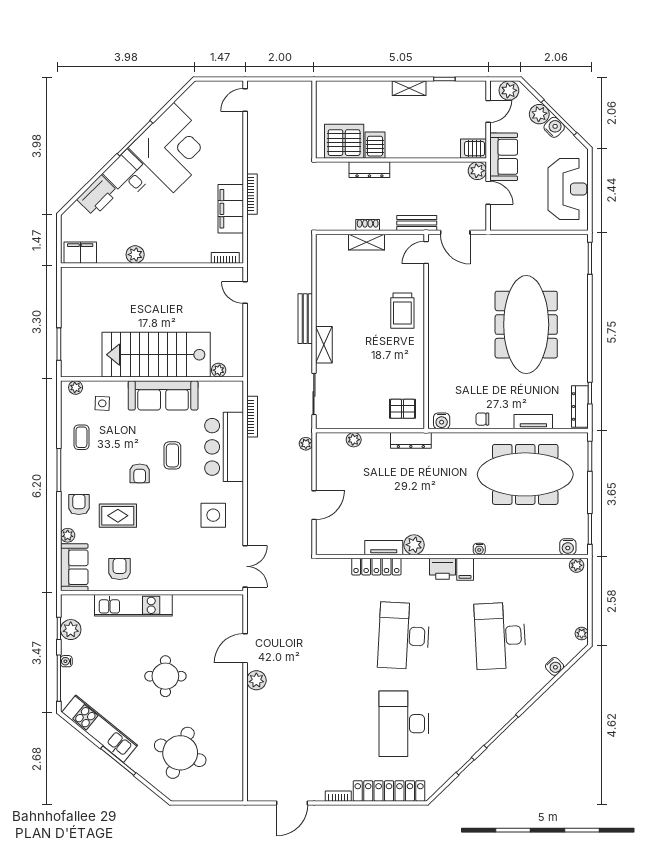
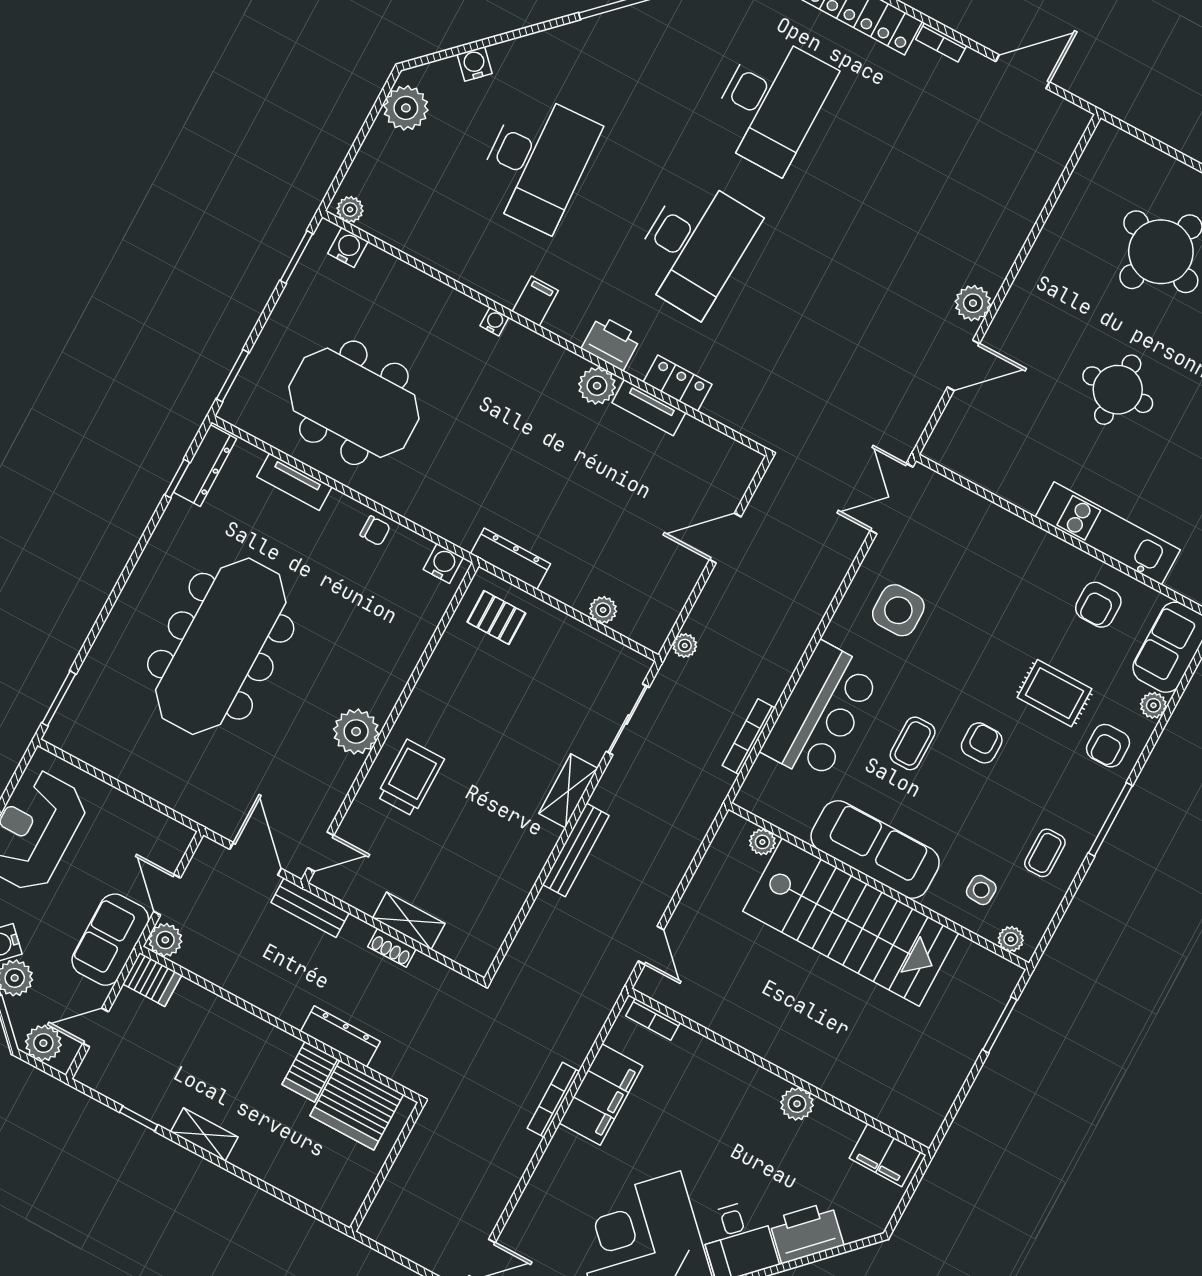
plant: (440, 319) -> (356, 732), added
meeting table: (525, 474) -> (354, 403), width x0.73
locker: (376, 567) -> (678, 383), width x0.66
printer: (443, 569) -> (611, 343), moved
plant: (582, 634) -> (406, 108), width x1.88, depth x1.88

